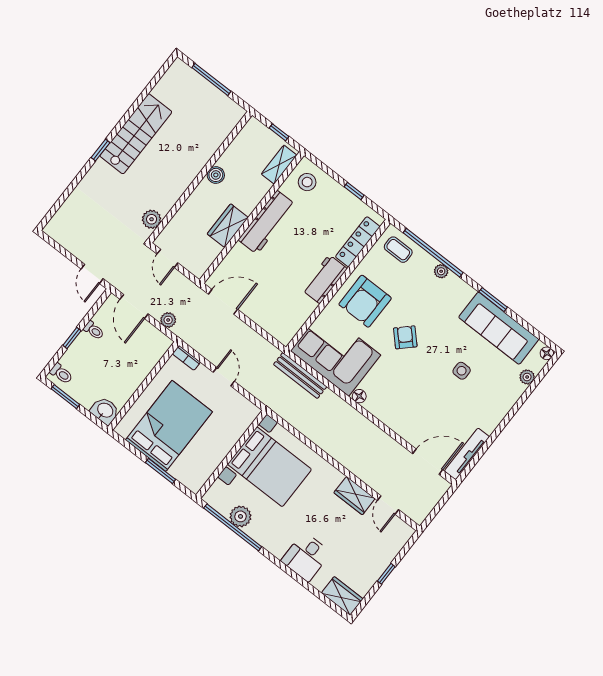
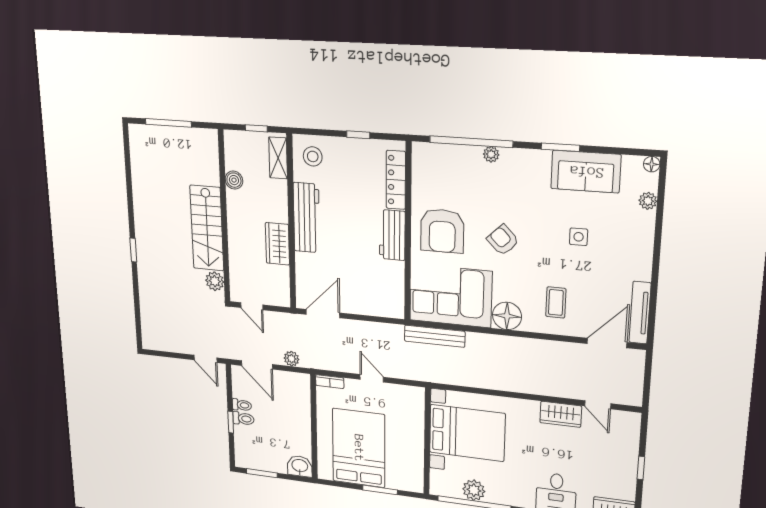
stairs: (136, 134) -> (207, 228), moved, turned 180
boiler: (216, 175) -> (234, 180), moved
coffee table: (398, 250) -> (556, 302), moved, turned 90
sofa: (499, 328) -> (586, 172), width x0.73
toilet: (61, 374) -> (243, 419), moved
floor lamp: (359, 396) -> (507, 316), width x1.89, depth x1.89

